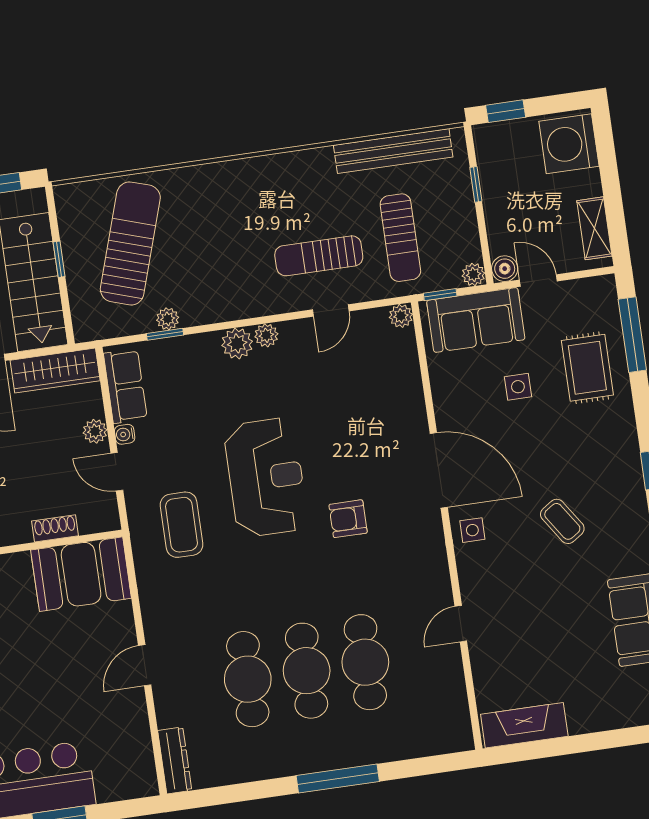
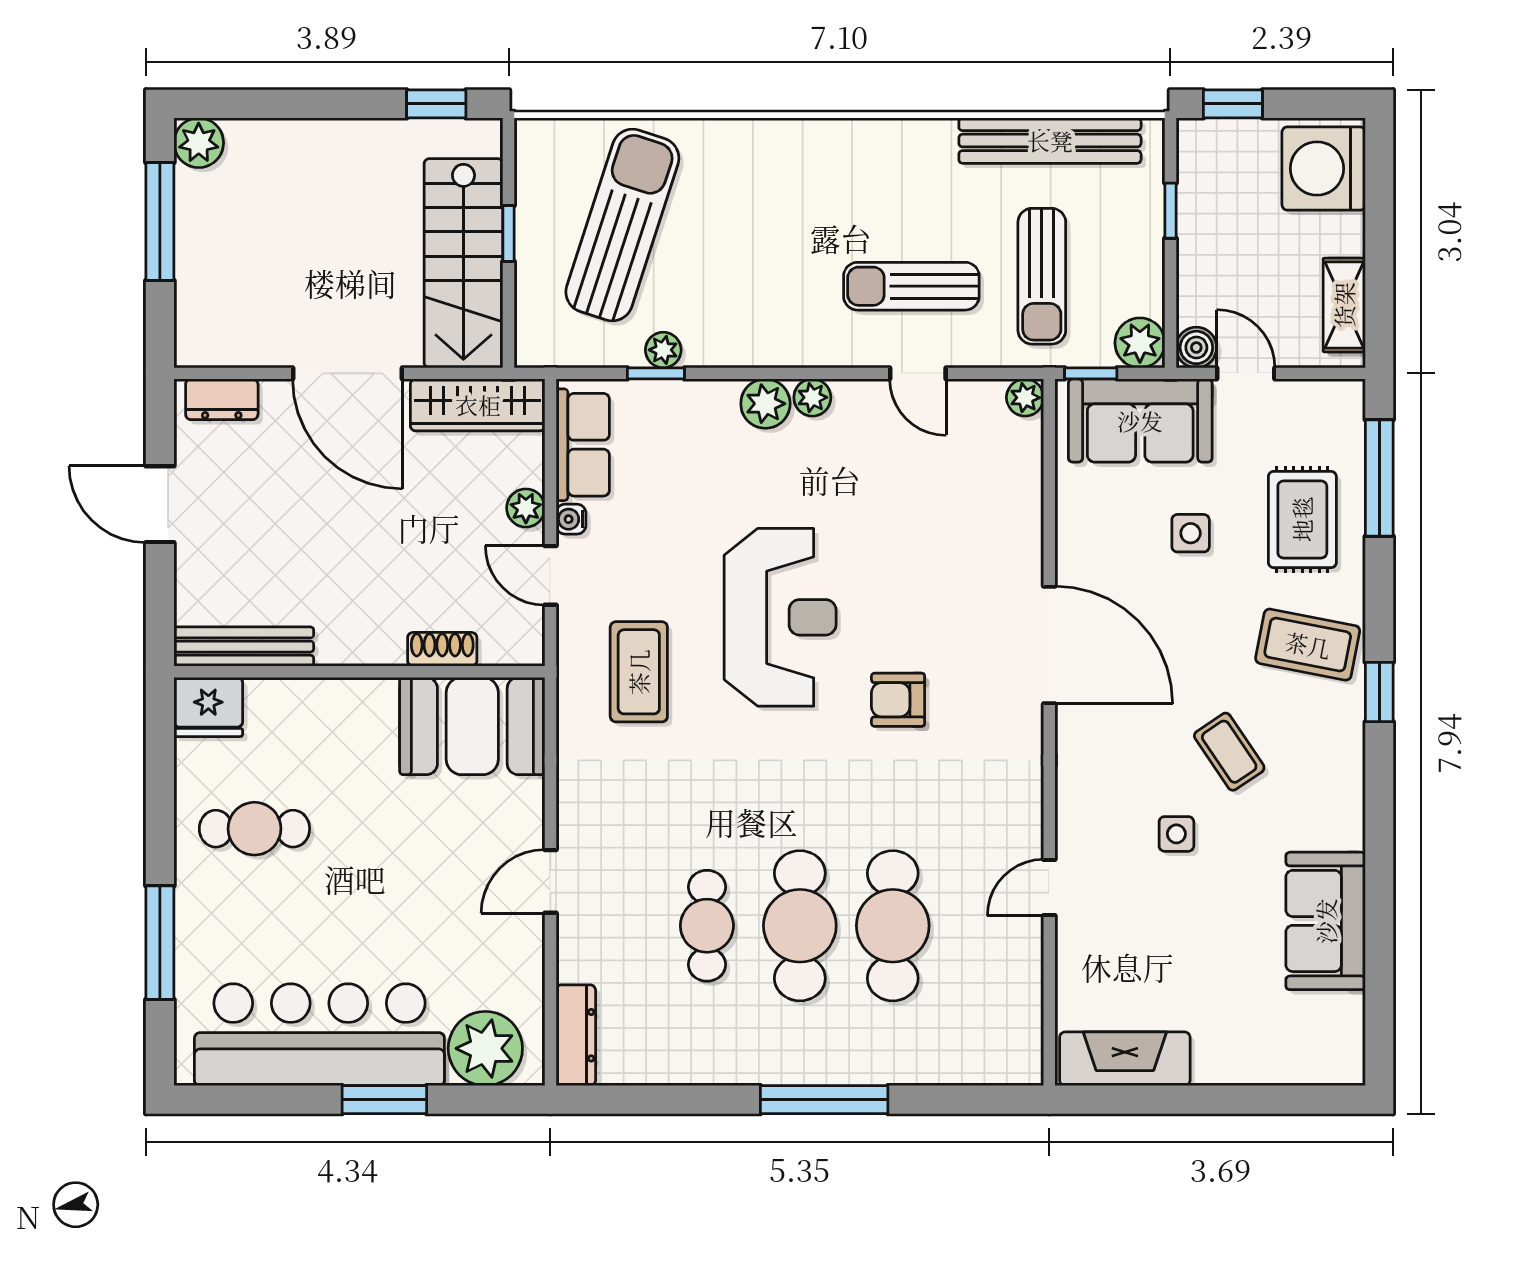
plant: (473, 275) -> (1140, 343), width x1.38, depth x1.38
door: (331, 310) -> (918, 373), hinge flipped
coffee table: (602, 446) -> (1308, 645), added
side table: (472, 530) -> (1176, 834), moved
cafe table: (248, 679) -> (707, 926), width x0.73, depth x0.74
plant: (119, 777) -> (485, 1048), added

